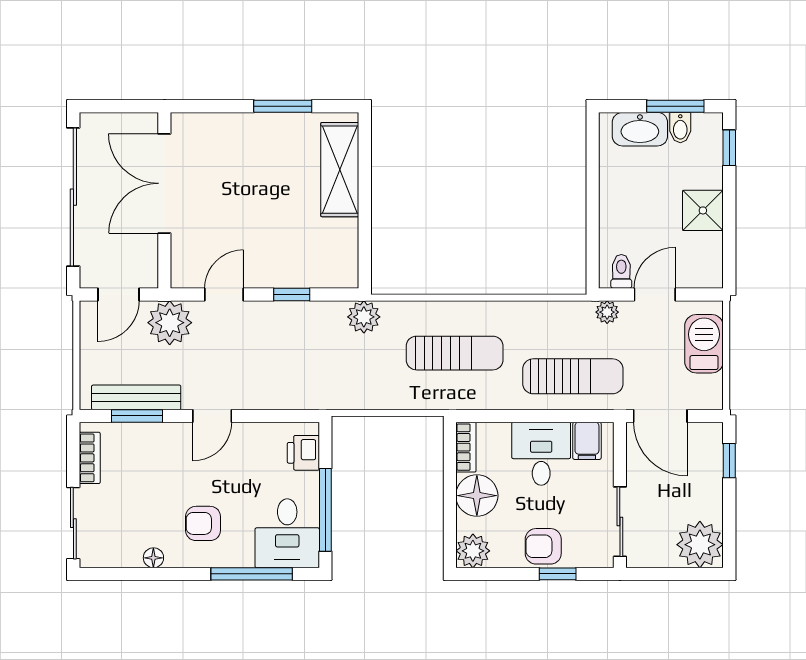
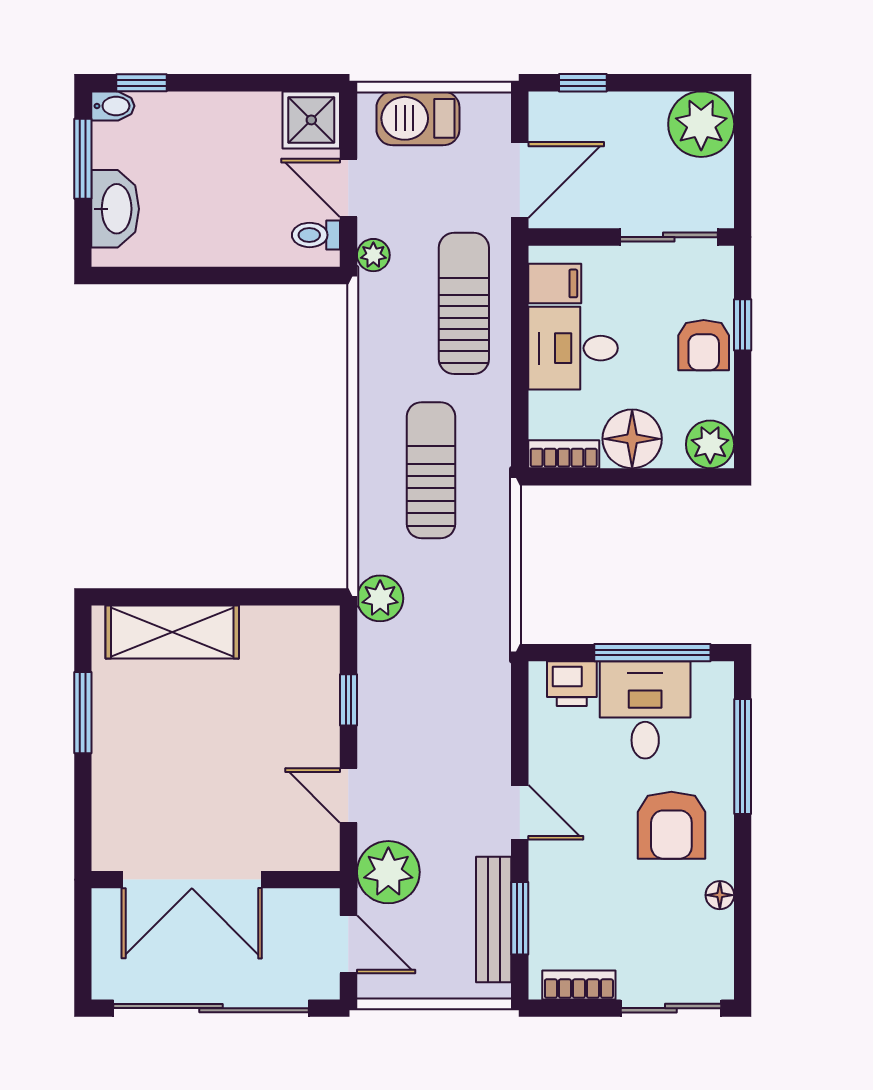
bidet: (680, 128) -> (113, 106), moved
shower: (703, 210) -> (311, 120), moved
armchair: (203, 523) -> (671, 825), width x1.38, depth x1.38
desk: (287, 533) -> (645, 710), moved, turned -90

